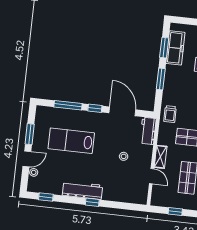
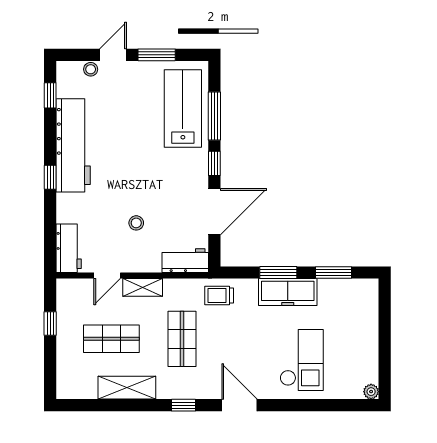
freezer: (175, 48) -> (288, 292), moved
lab bench: (71, 141) -> (183, 108), moved
door: (27, 159) -> (113, 55), swing flipped
workbench: (82, 190) -> (73, 145), width x1.36, depth x1.32
workbench: (134, 196) -> (69, 248), added

